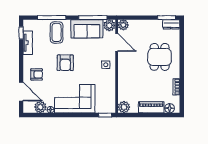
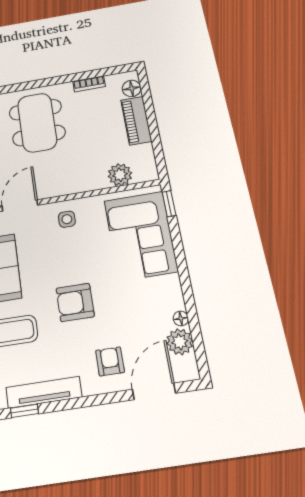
tv unit: (28, 43) -> (44, 392), width x1.41
dining table: (160, 57) -> (37, 123), width x1.38
armchair: (65, 63) -> (75, 302), turned 180
corner sofa: (75, 99) -> (141, 236), moved
plant: (124, 107) -> (120, 175), moved

